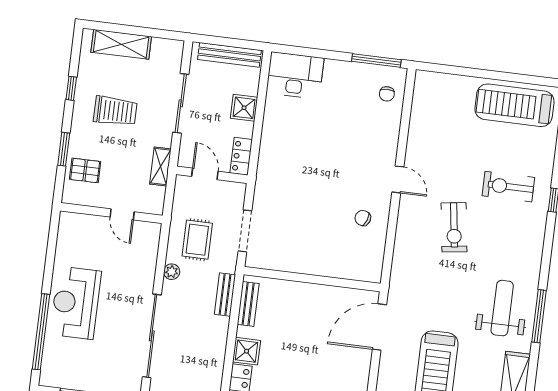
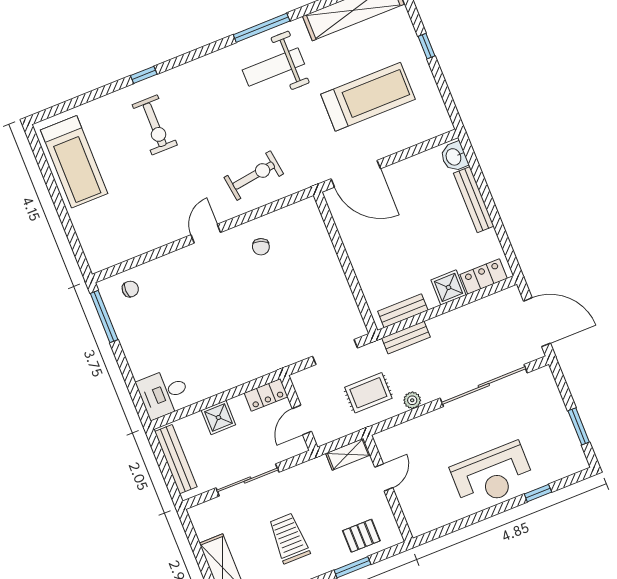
desk: (295, 75) -> (164, 393), width x0.73
shelving: (160, 166) -> (348, 454), moved
pallet: (85, 170) -> (361, 536), turned 90
exercise bike: (454, 227) -> (254, 176), moved
window: (41, 332) -> (538, 493), width x0.32

